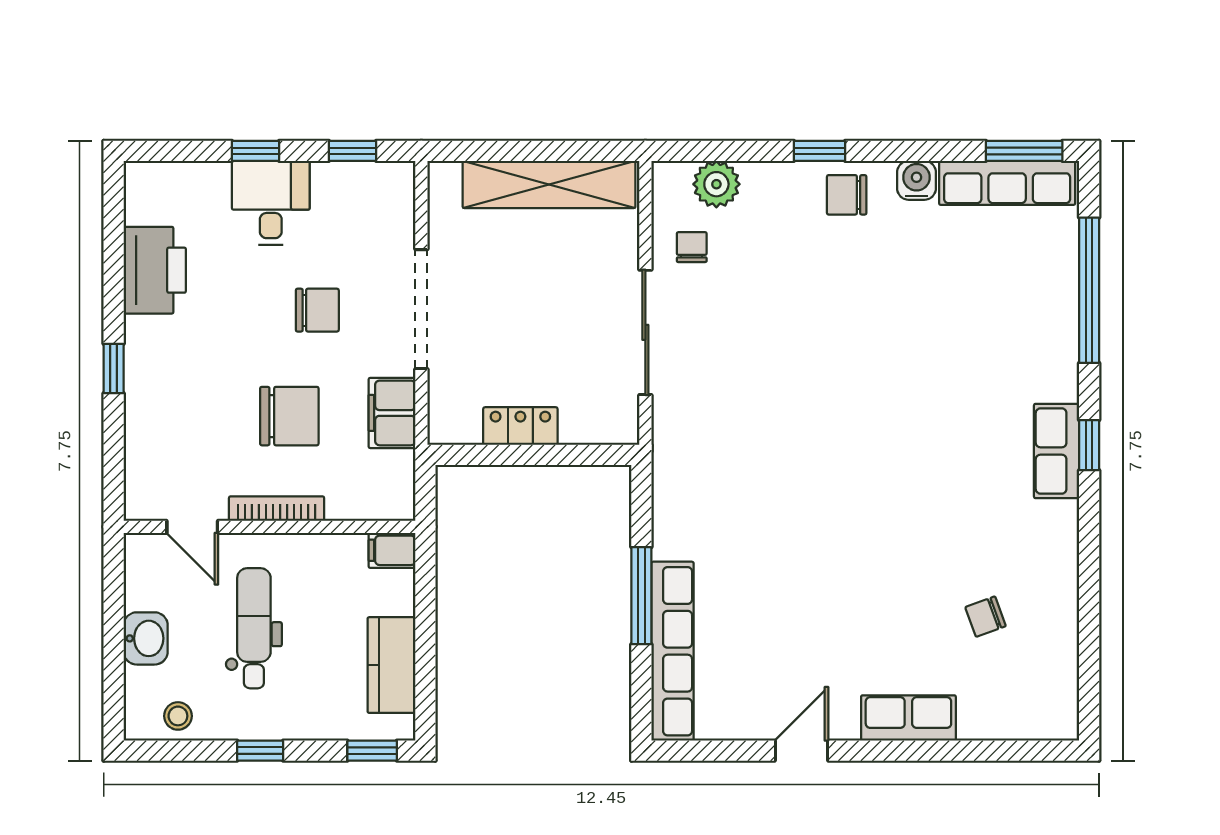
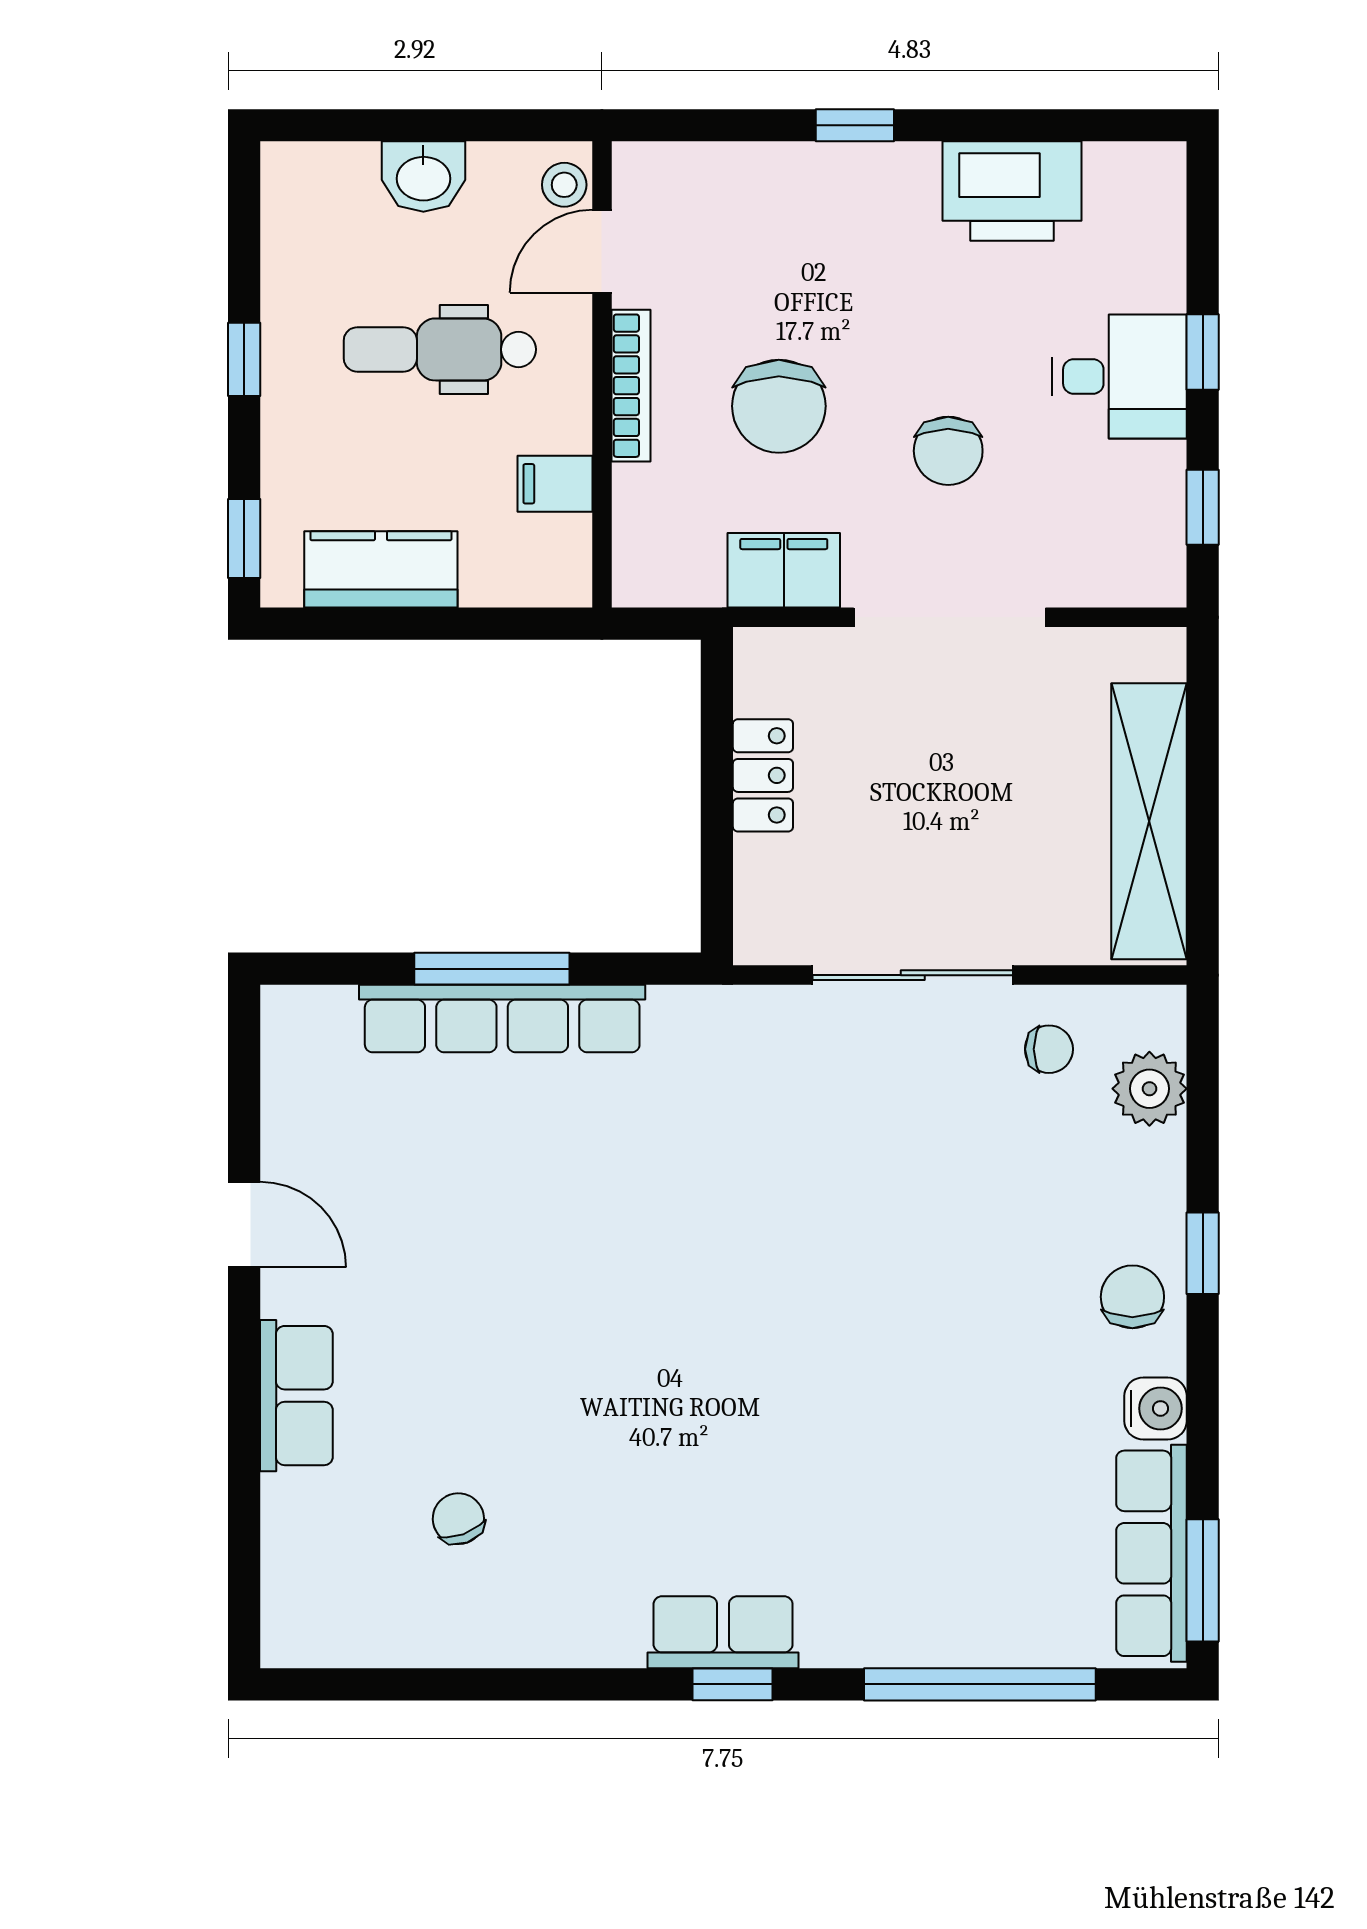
filing cabinet: (392, 550) -> (555, 484), moved, turned -90
dental chair: (254, 628) -> (440, 349), turned 180
row of seats: (673, 651) -> (502, 1019), moved
stool: (178, 716) -> (564, 185), moved

